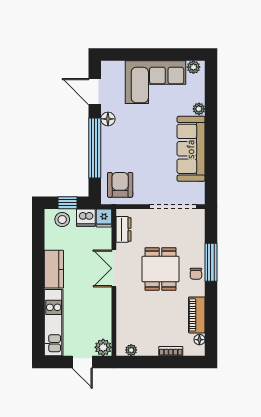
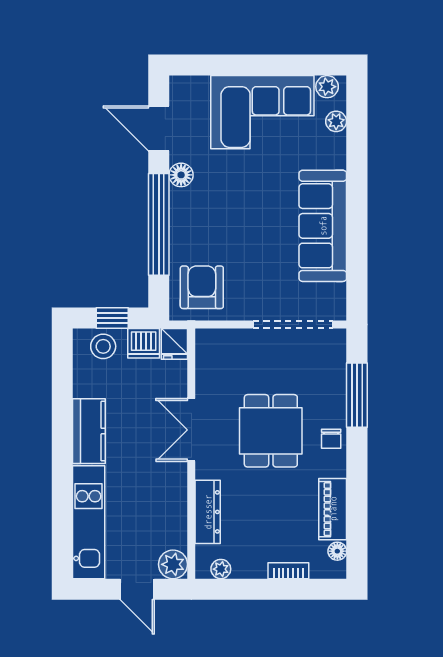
plant: (199, 109) -> (336, 121), moved
dresser: (123, 229) -> (208, 512), moved, width x1.44
window: (211, 262) -> (357, 395), moved

